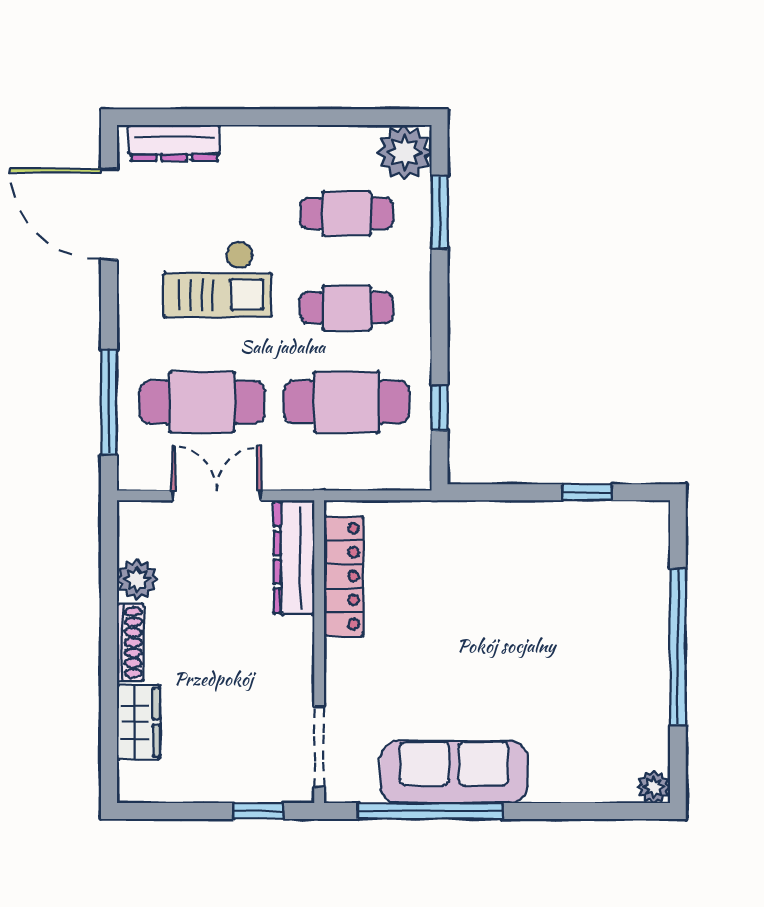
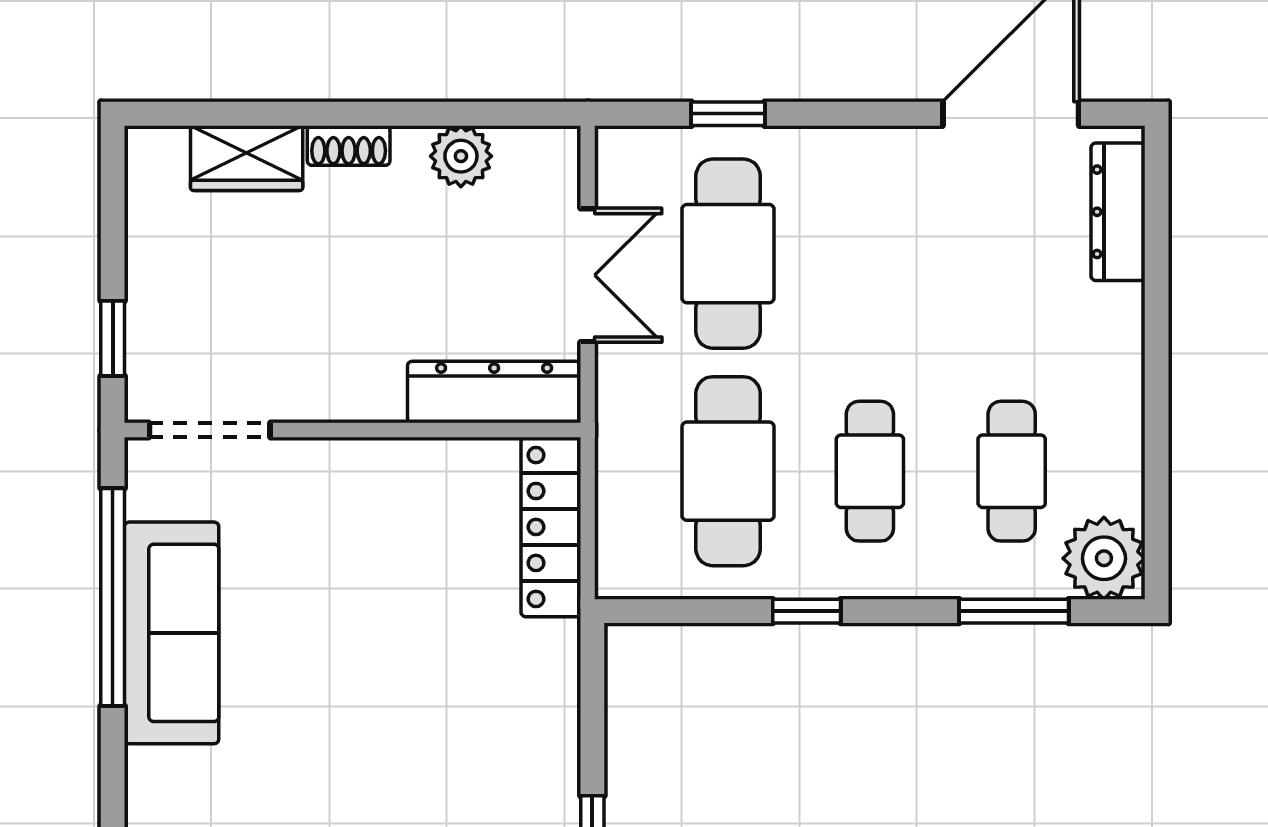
checkout: (218, 279) -> (913, 277), removed
window: (109, 402) -> (728, 114), width x0.46
window: (440, 408) -> (807, 611), moved
locker: (344, 576) -> (551, 527), moved, turned 90
shoe rack: (130, 643) -> (349, 145), width x0.70

